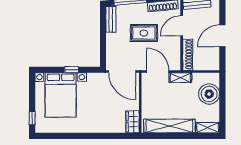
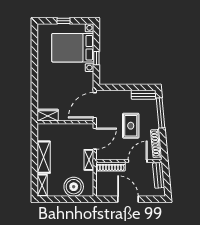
door: (182, 26) -> (138, 161), hinge flipped
window: (32, 118) -> (63, 21), moved
shelving: (169, 126) -> (44, 157), width x0.68

